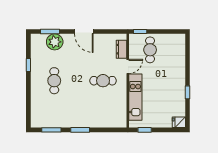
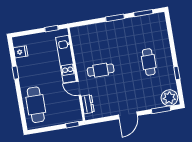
door: (84, 31) -> (128, 115), swing flipped
plant: (55, 42) -> (169, 98), moved
cafe table: (150, 50) -> (36, 105), moved, width x1.37, depth x1.35
door: (128, 66) -> (79, 88), hinge flipped
fridge: (179, 122) -> (21, 52), moved

